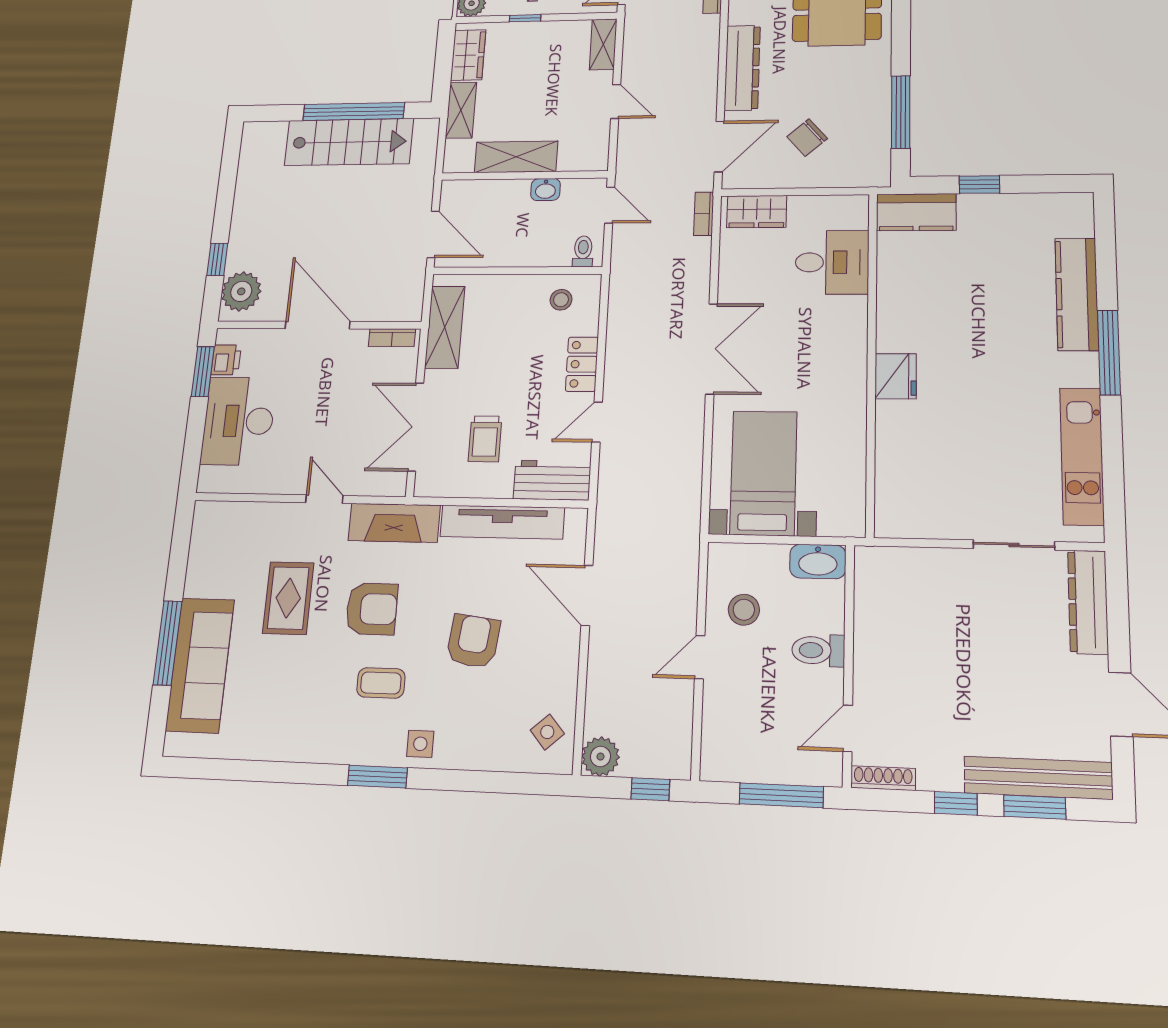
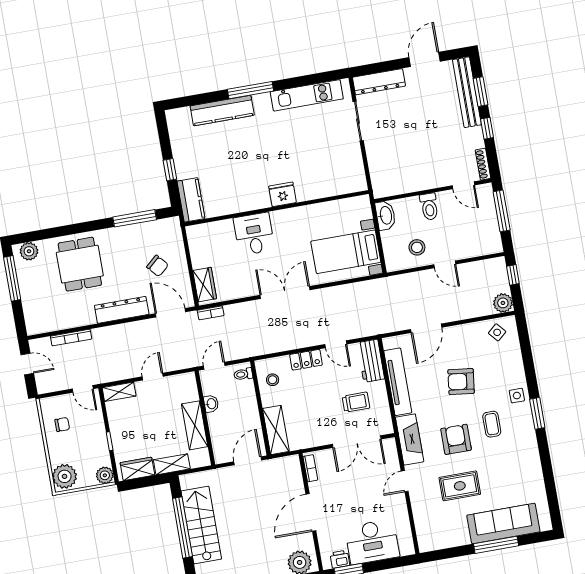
desk: (832, 262) -> (254, 234), moved
shelving: (445, 327) -> (276, 430), moved, turned 90

